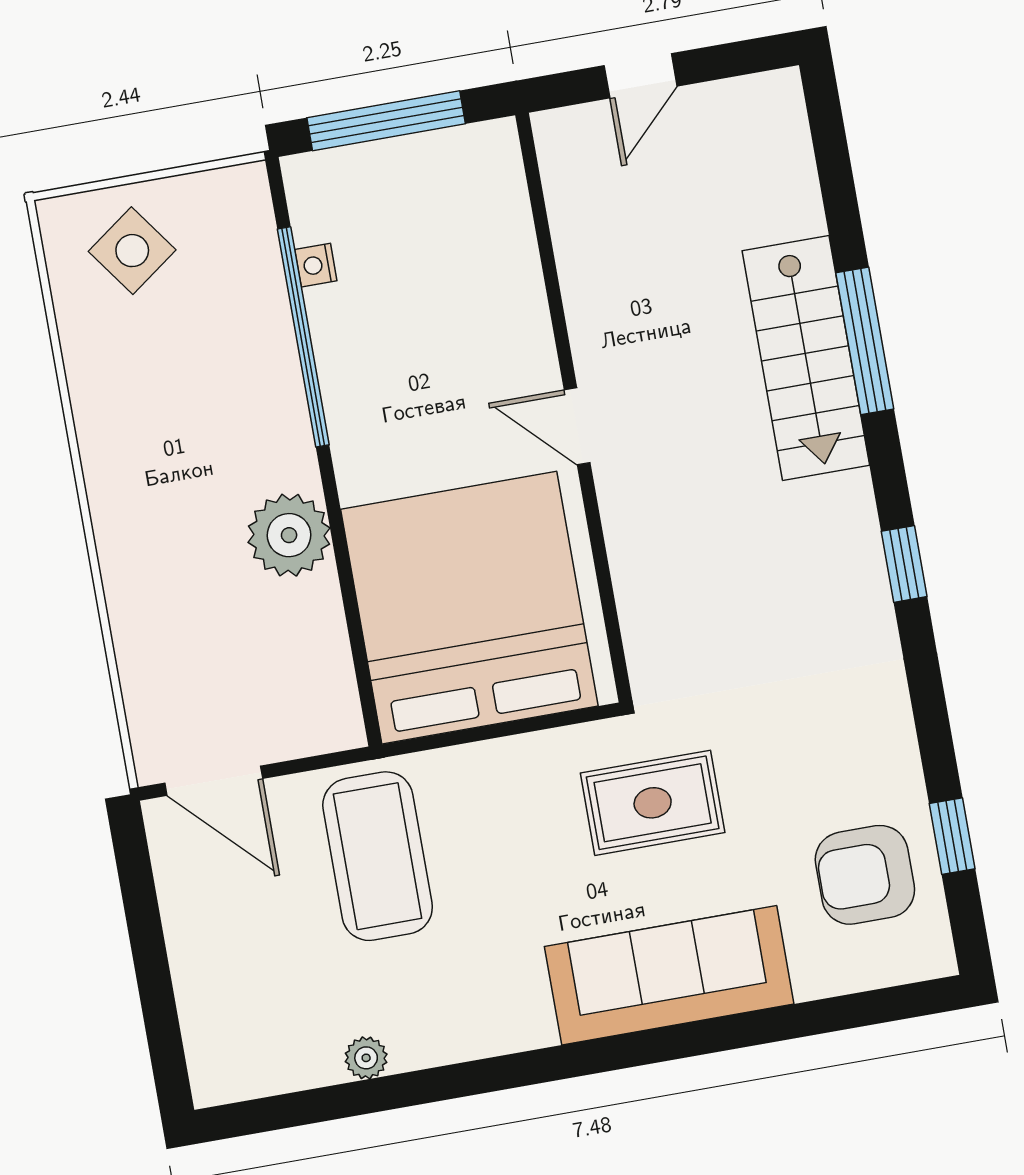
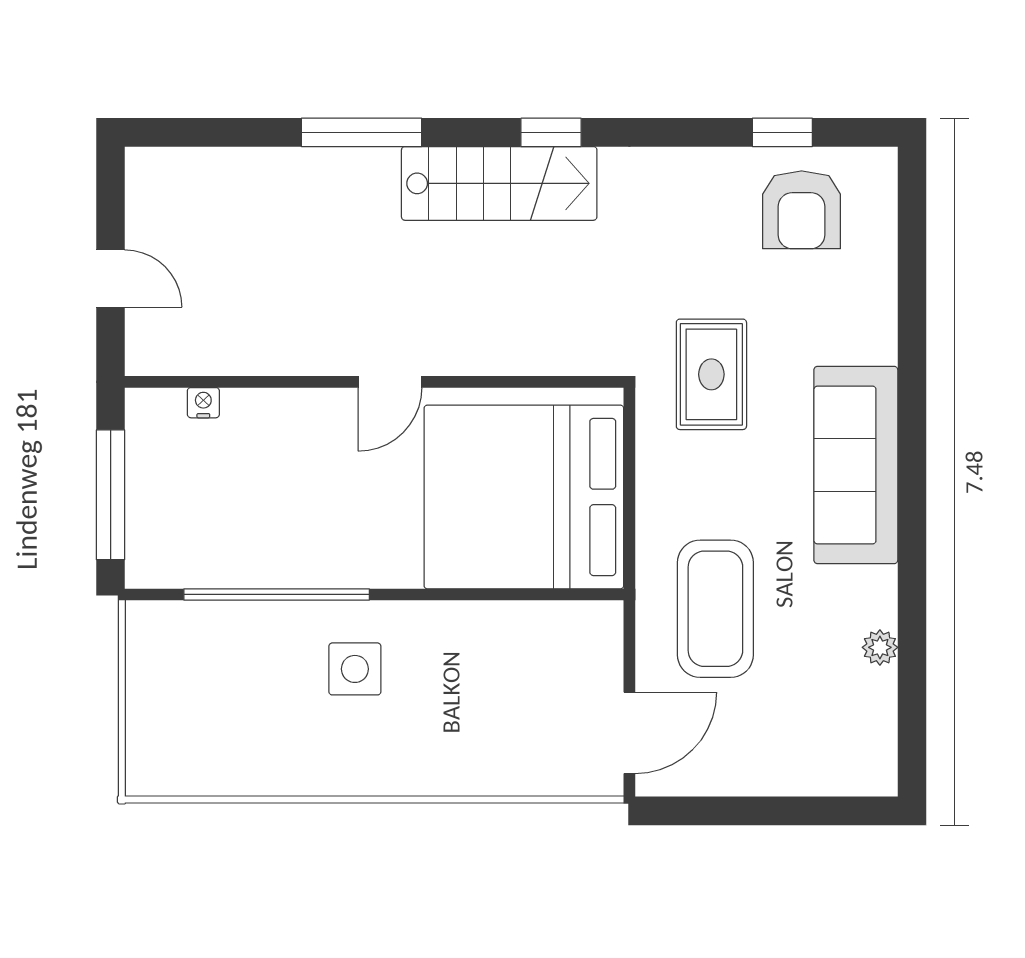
side table: (132, 251) -> (355, 669), moved, turned 36
nightstand: (316, 265) -> (203, 403), moved, turned 180
stairs: (806, 358) -> (499, 183), moved
plant: (289, 535) -> (438, 635), removed
coffee table: (378, 856) -> (715, 609), turned 90
sofa: (669, 975) -> (856, 465), moved

